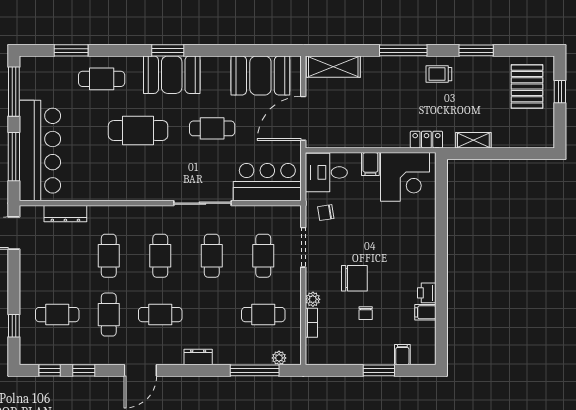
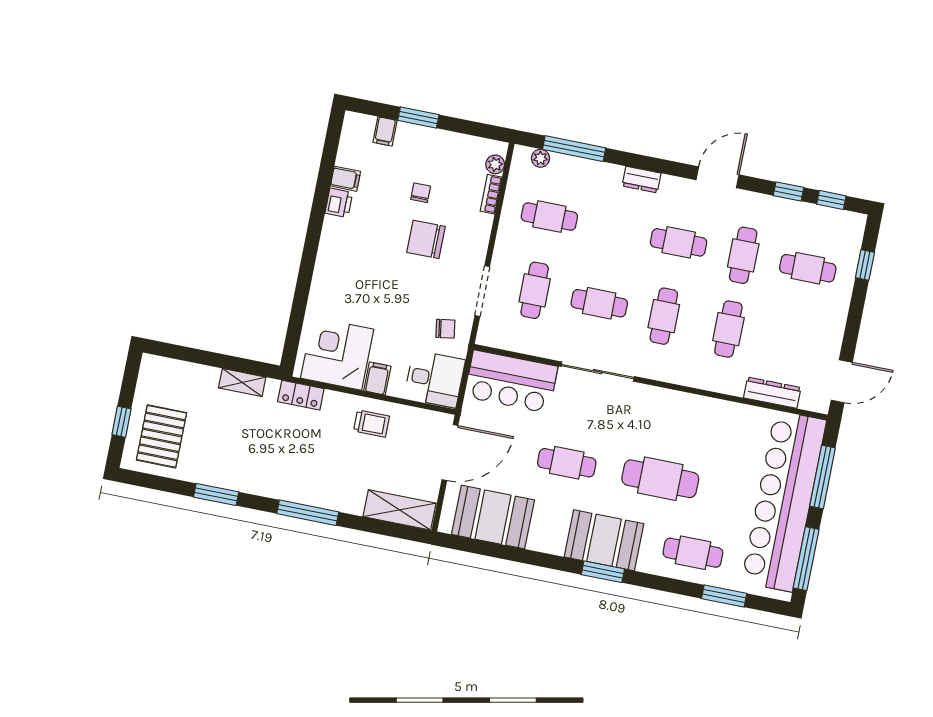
trolley: (439, 74) -> (371, 424), moved
bar counter: (40, 151) -> (784, 501), width x1.36
cafe table: (212, 256) -> (599, 303), turned 90
plant: (313, 299) -> (495, 164), moved

